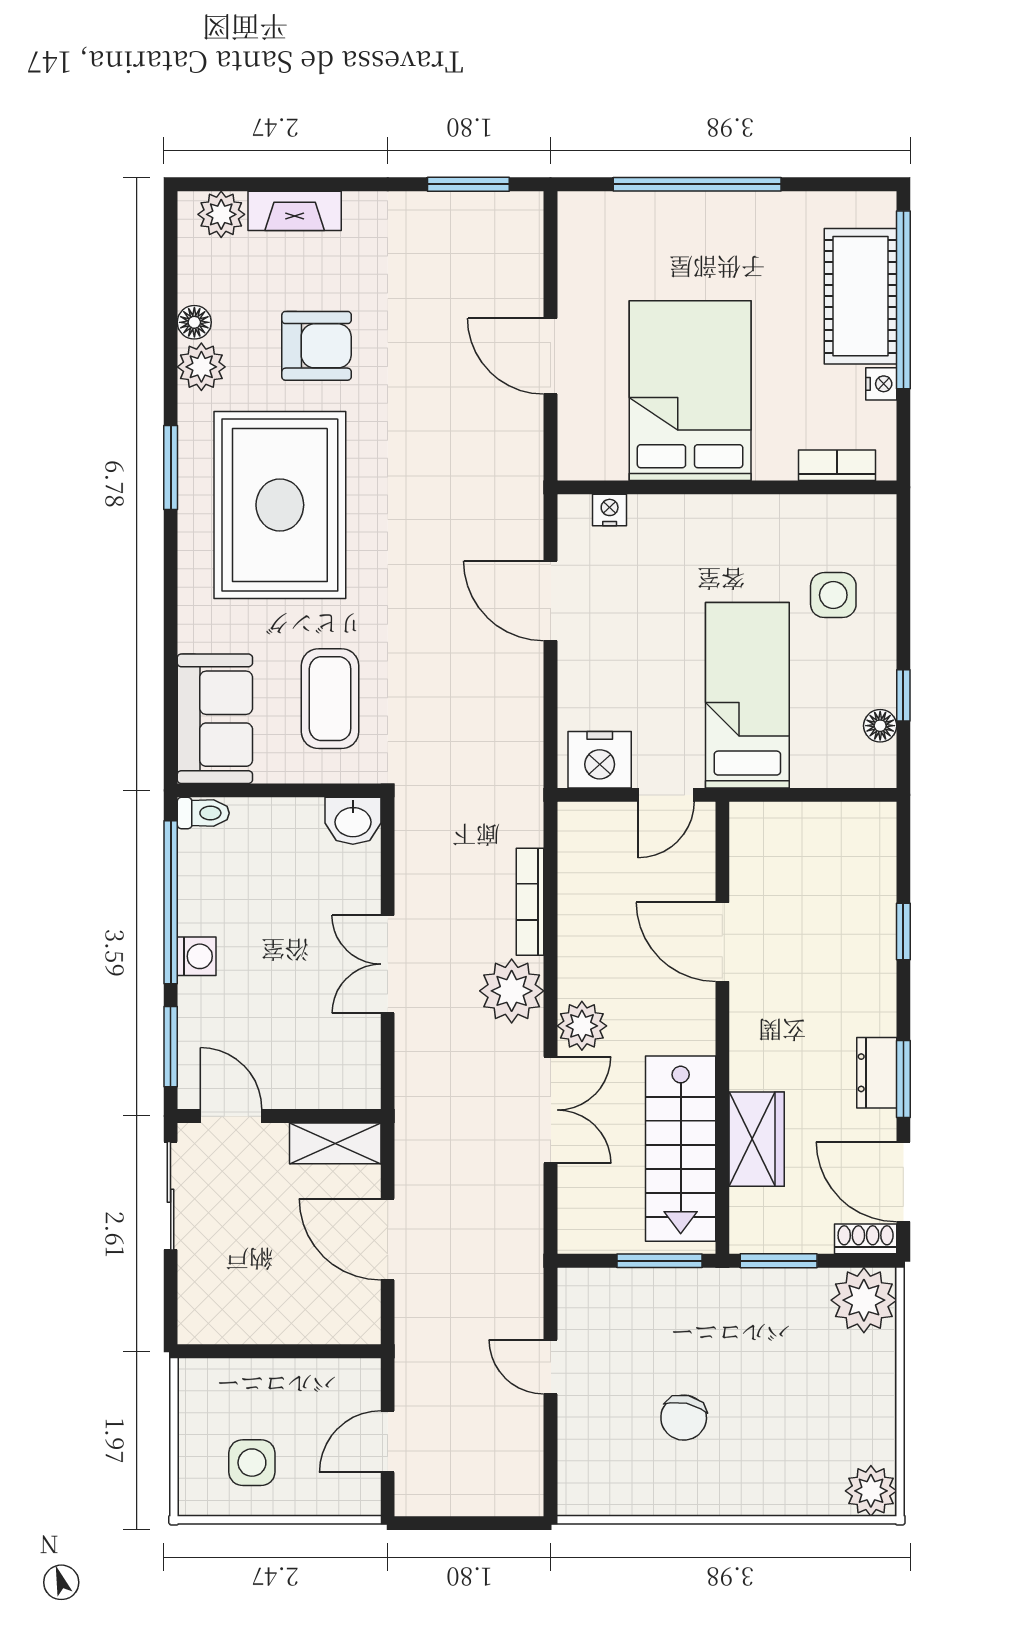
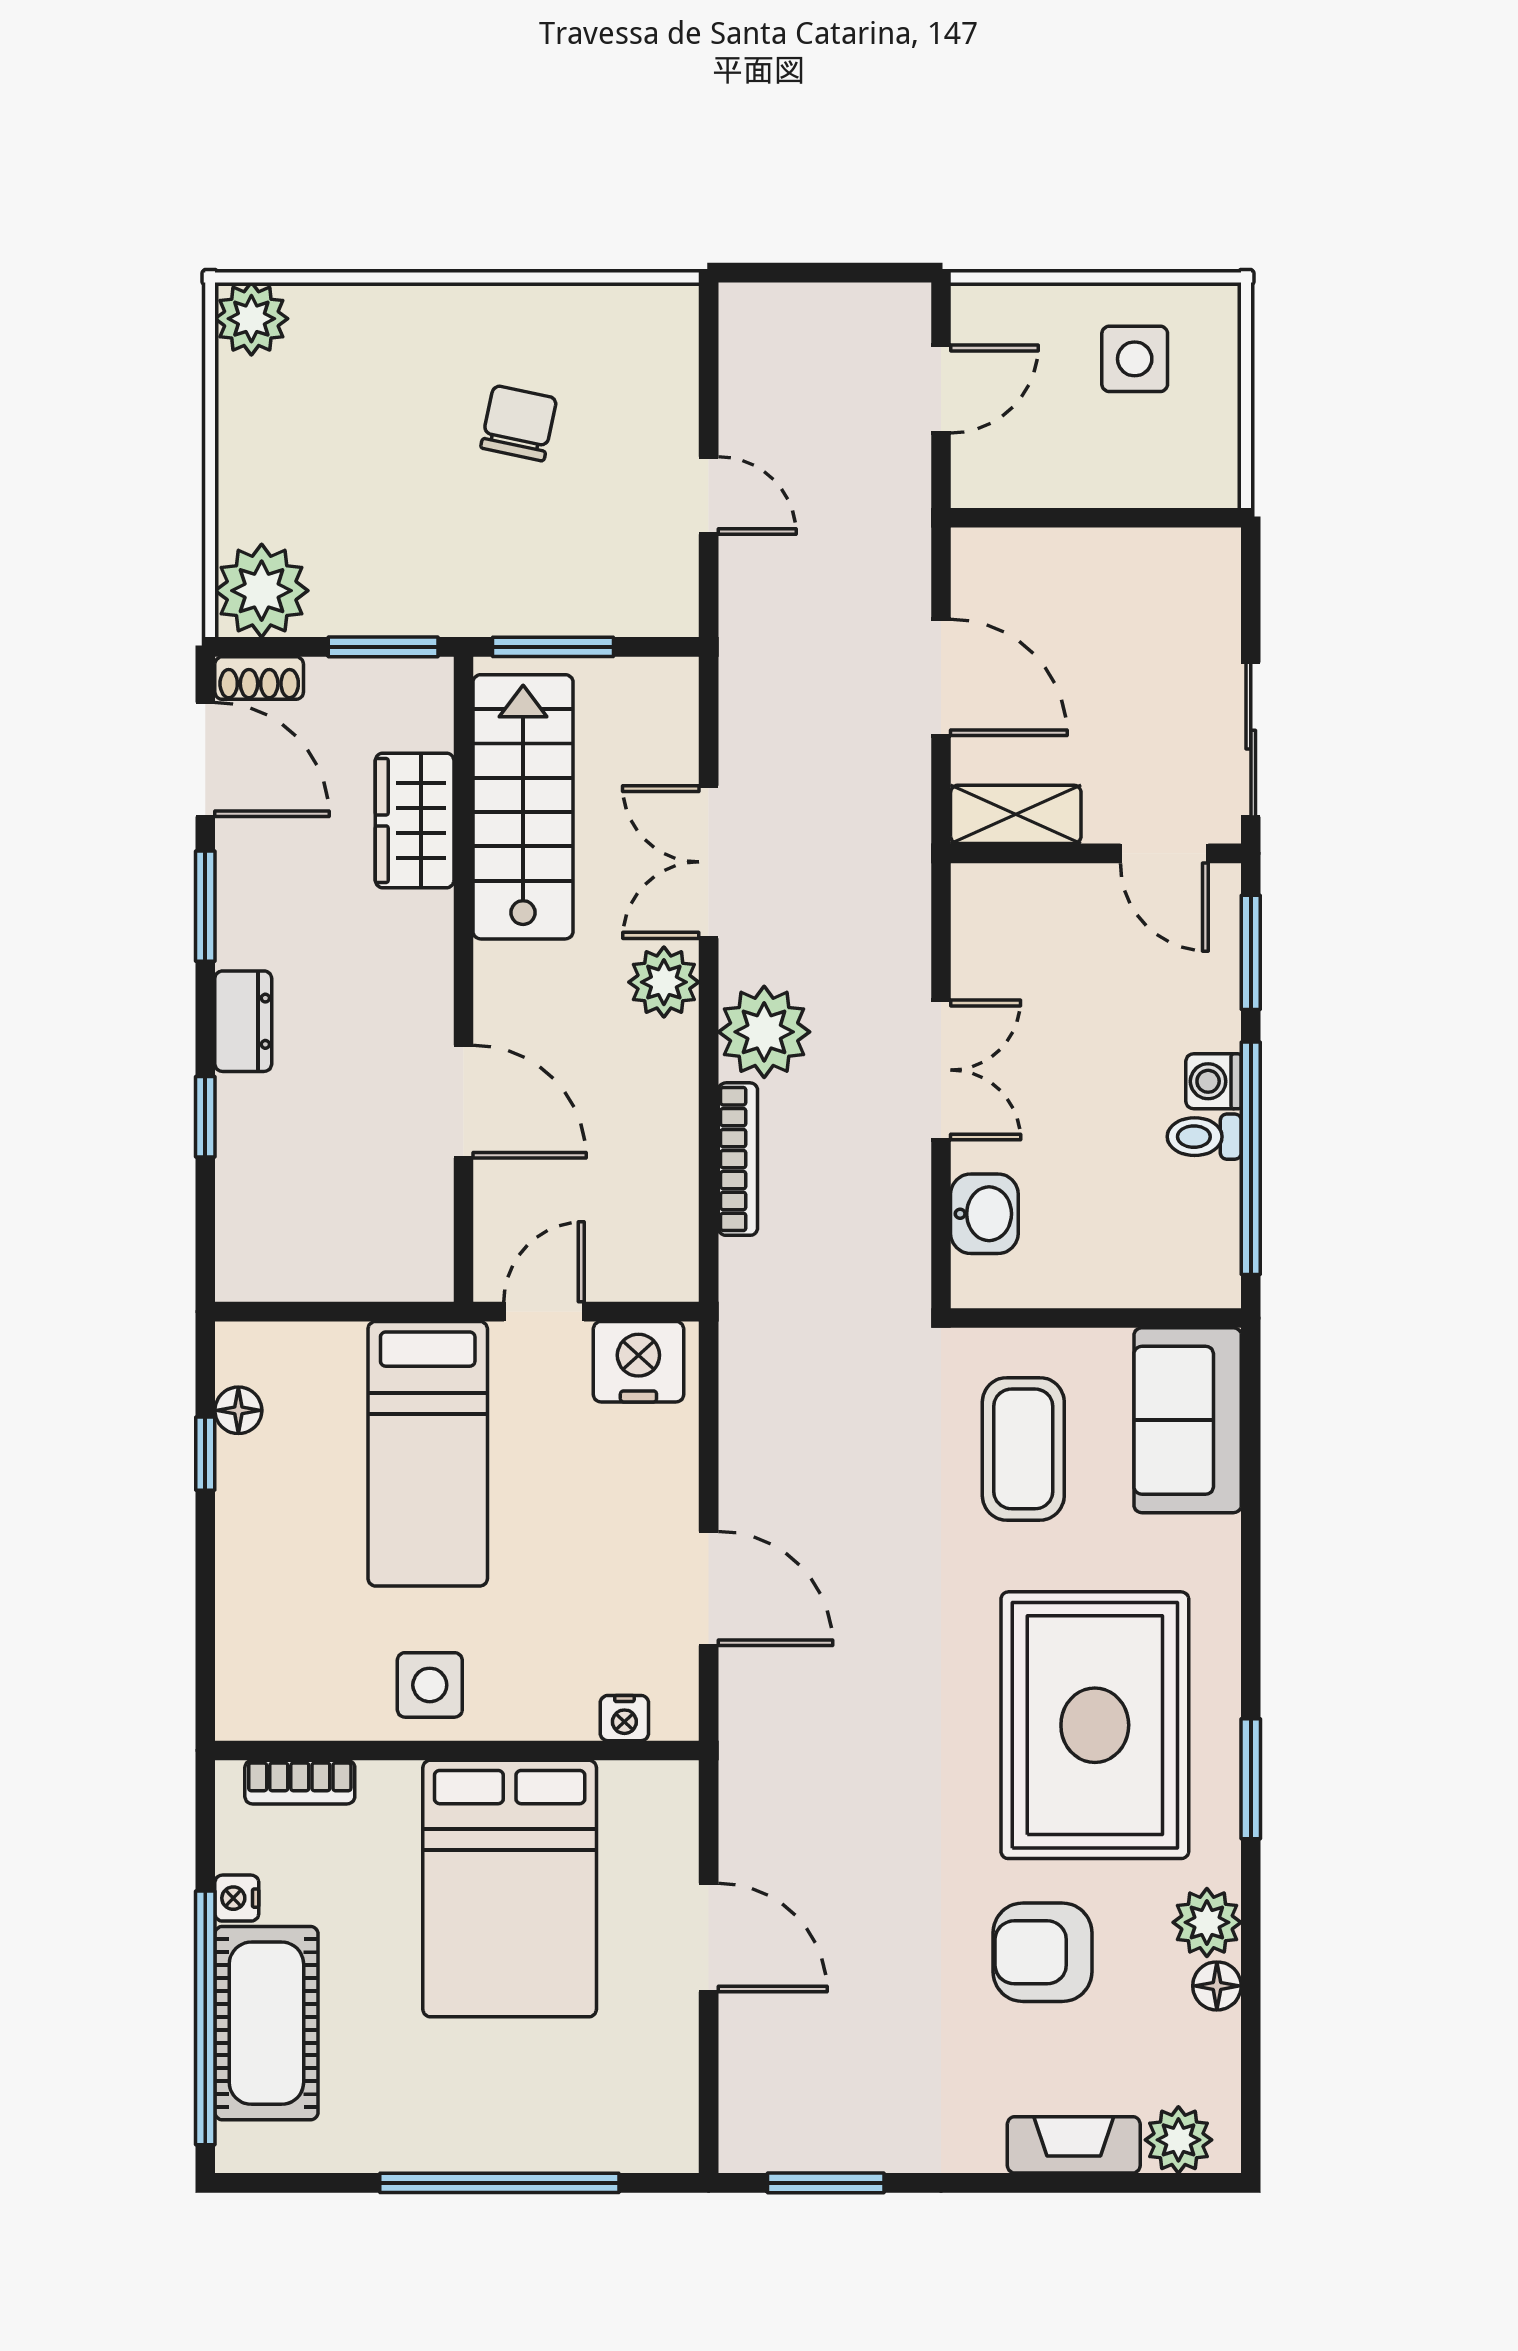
side table: (833, 595) -> (430, 1685), moved
toilet: (203, 813) -> (1204, 1137), moved
washbasin: (353, 821) -> (984, 1214), moved, turned 90
dresser: (877, 1073) -> (243, 1021), moved

